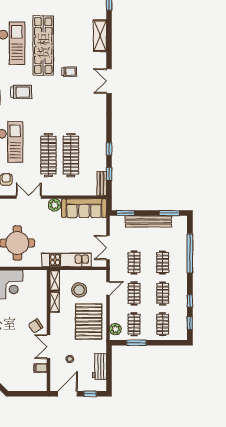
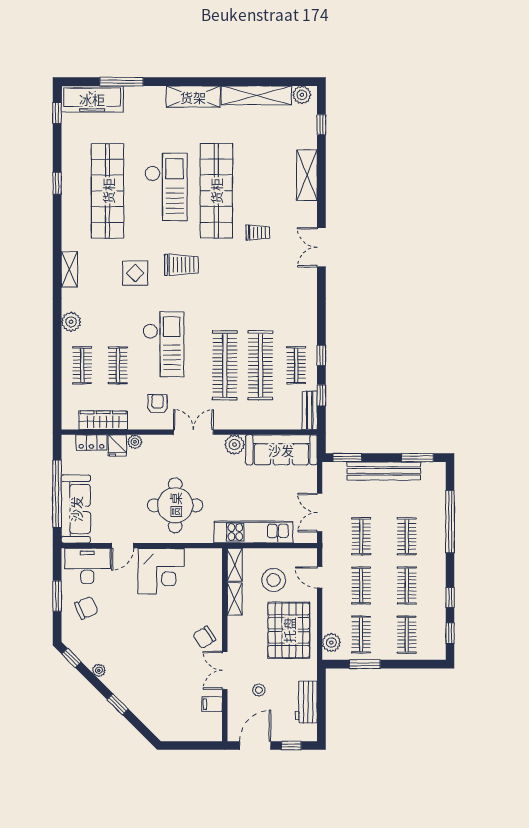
clothes rail: (93, 155) -> (296, 365), added
door: (108, 288) -> (320, 577), swing flipped

